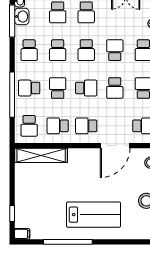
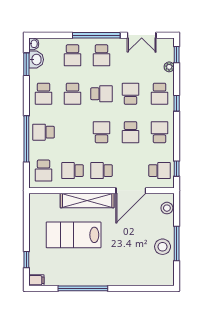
window: (12, 21) -> (26, 64), width x0.69
school desk: (86, 50) -> (102, 94), turned -90
school desk: (58, 88) -> (73, 132), removed
school desk: (86, 88) -> (102, 132), turned -90
shelving: (41, 155) -> (87, 200), moved
lab bench: (94, 215) -> (74, 235), moved, turned 180

